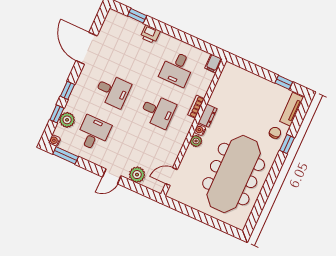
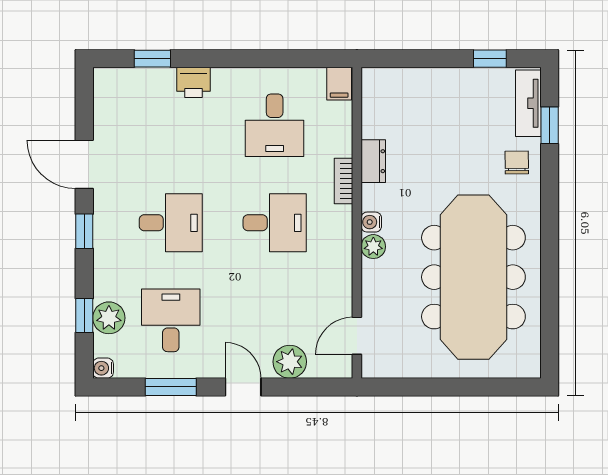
door: (87, 48) -> (84, 164), width x0.73
window: (67, 90) -> (84, 231), moved
dresser: (208, 116) -> (373, 161), moved
window: (287, 144) -> (550, 125), moved
window: (66, 155) -> (171, 387), moved
door: (112, 176) -> (243, 387), swing flipped

